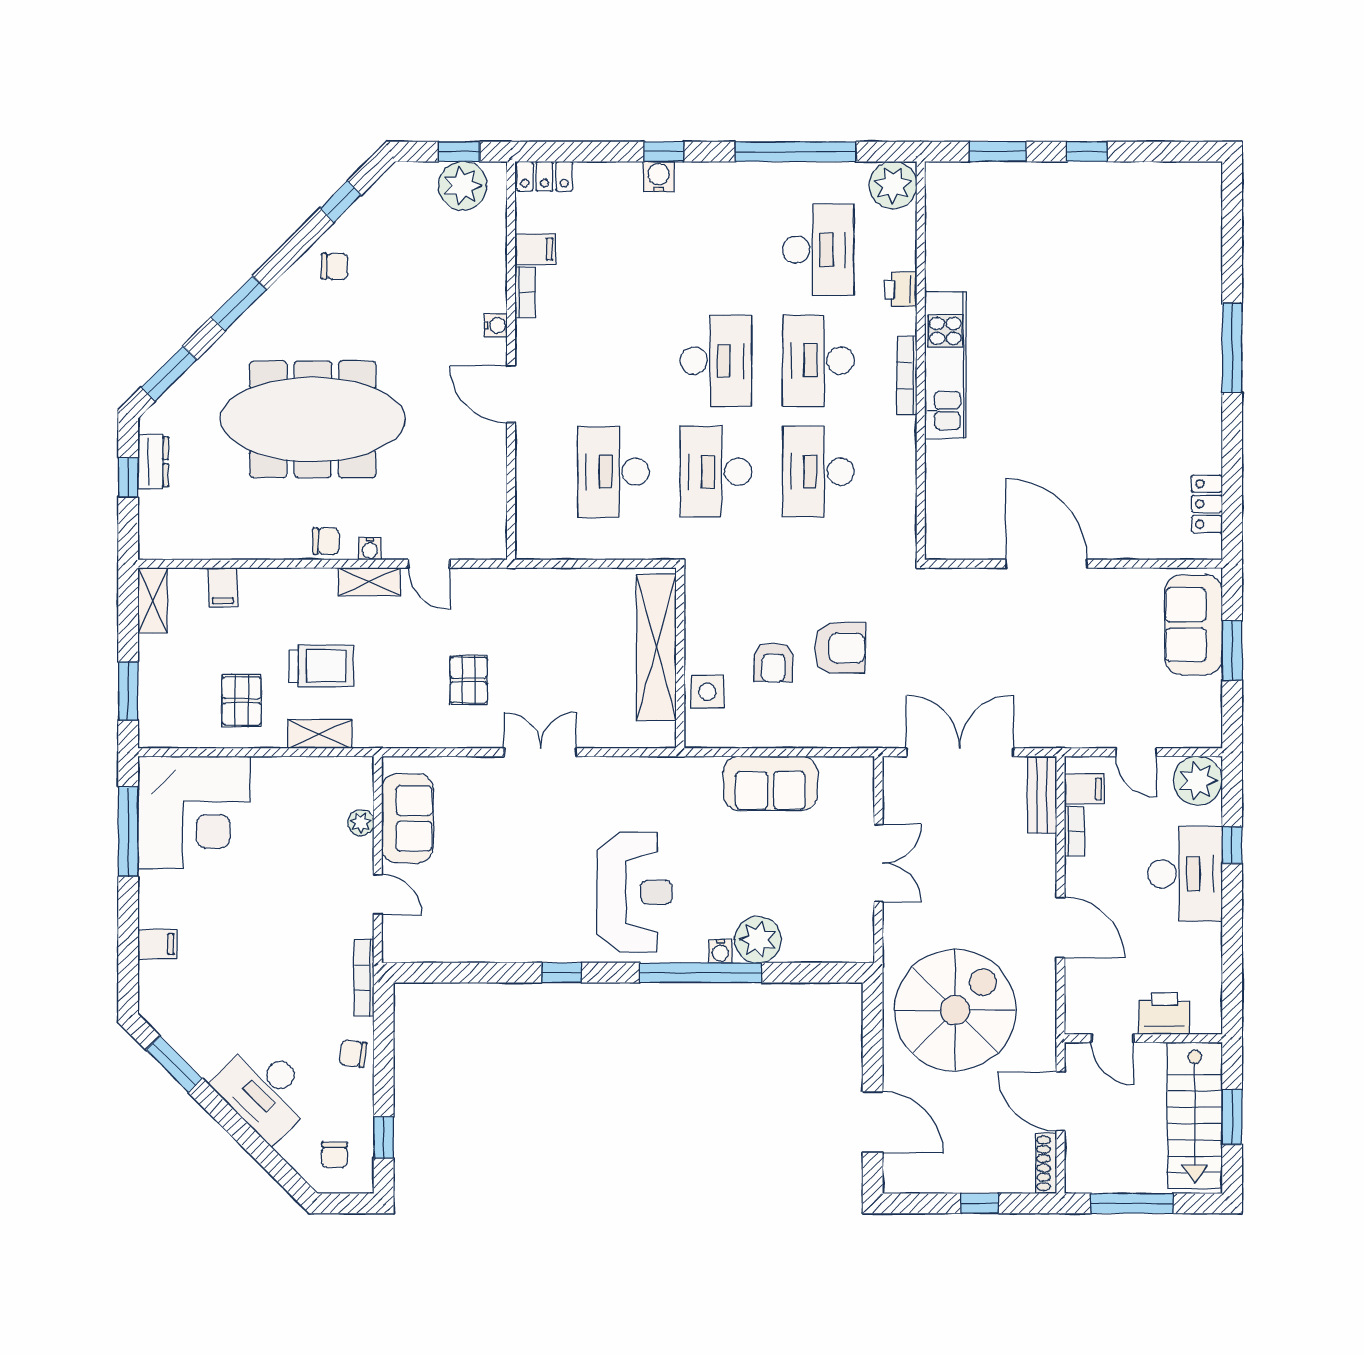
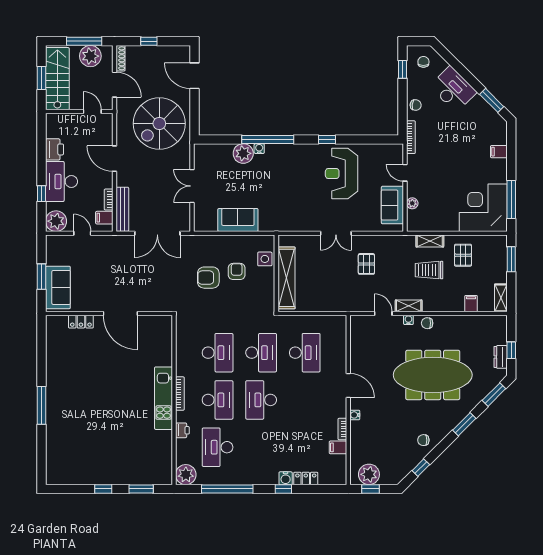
locker: (544, 176) -> (306, 478), moved
locker: (1207, 504) -> (81, 322), moved, turned 90
bench: (1042, 795) -> (122, 209), width x1.36
reception desk: (635, 892) -> (342, 173), moved
printer: (1164, 1014) -> (54, 149), moved, turned -90
plant: (1117, 1169) -> (90, 56), added

